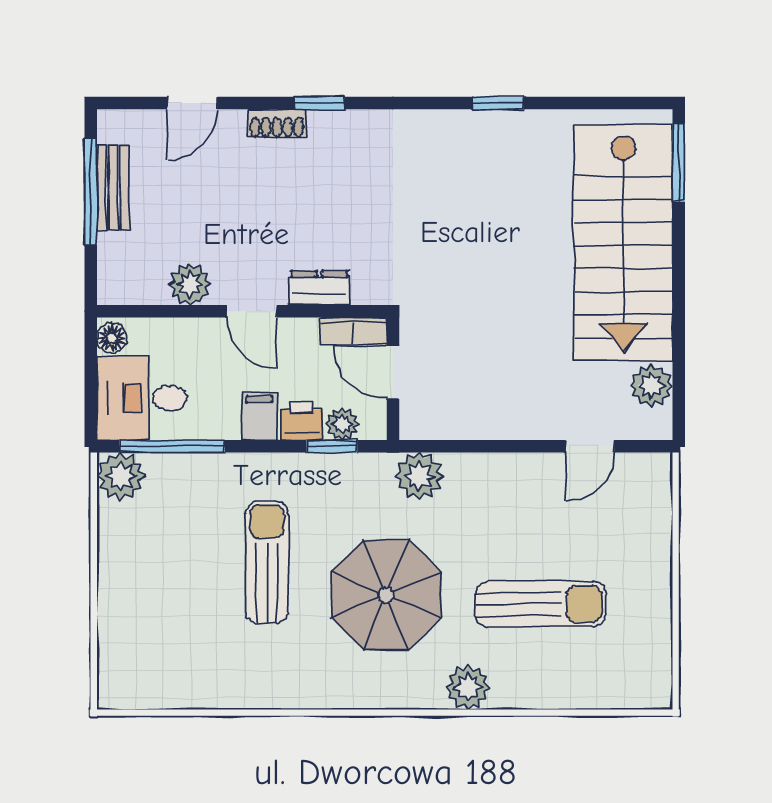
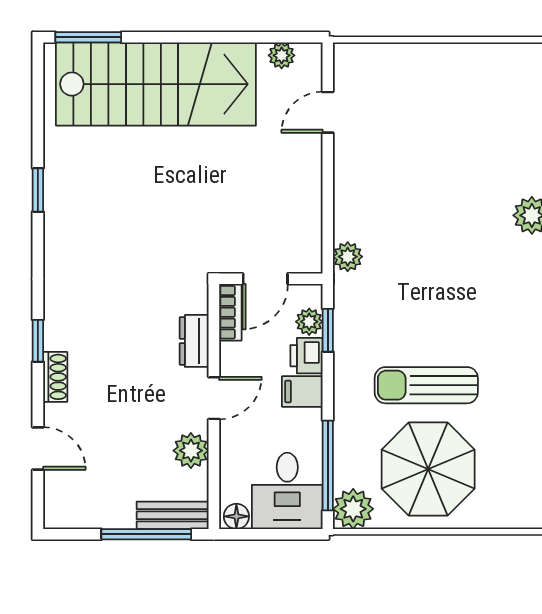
bench: (113, 188) -> (173, 515), moved
window: (91, 192) -> (146, 534), moved
plant: (651, 386) -> (282, 55), width x0.73, depth x0.73
door: (590, 446) -> (328, 112), swing flipped
plant: (419, 476) -> (348, 257), width x0.73, depth x0.73
parasol: (386, 595) -> (428, 469), moved
sun lounger: (540, 604) -> (461, 154), removed

